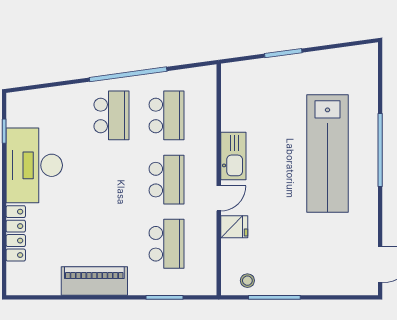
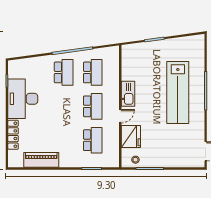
fridge: (234, 227) -> (131, 136), width x1.88, depth x1.34
piano: (94, 281) -> (41, 160), moved

